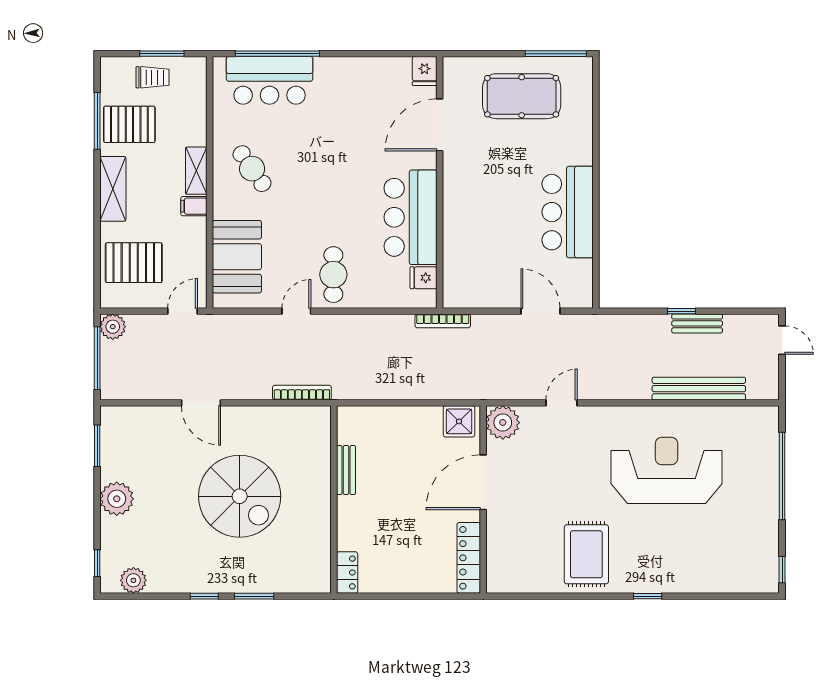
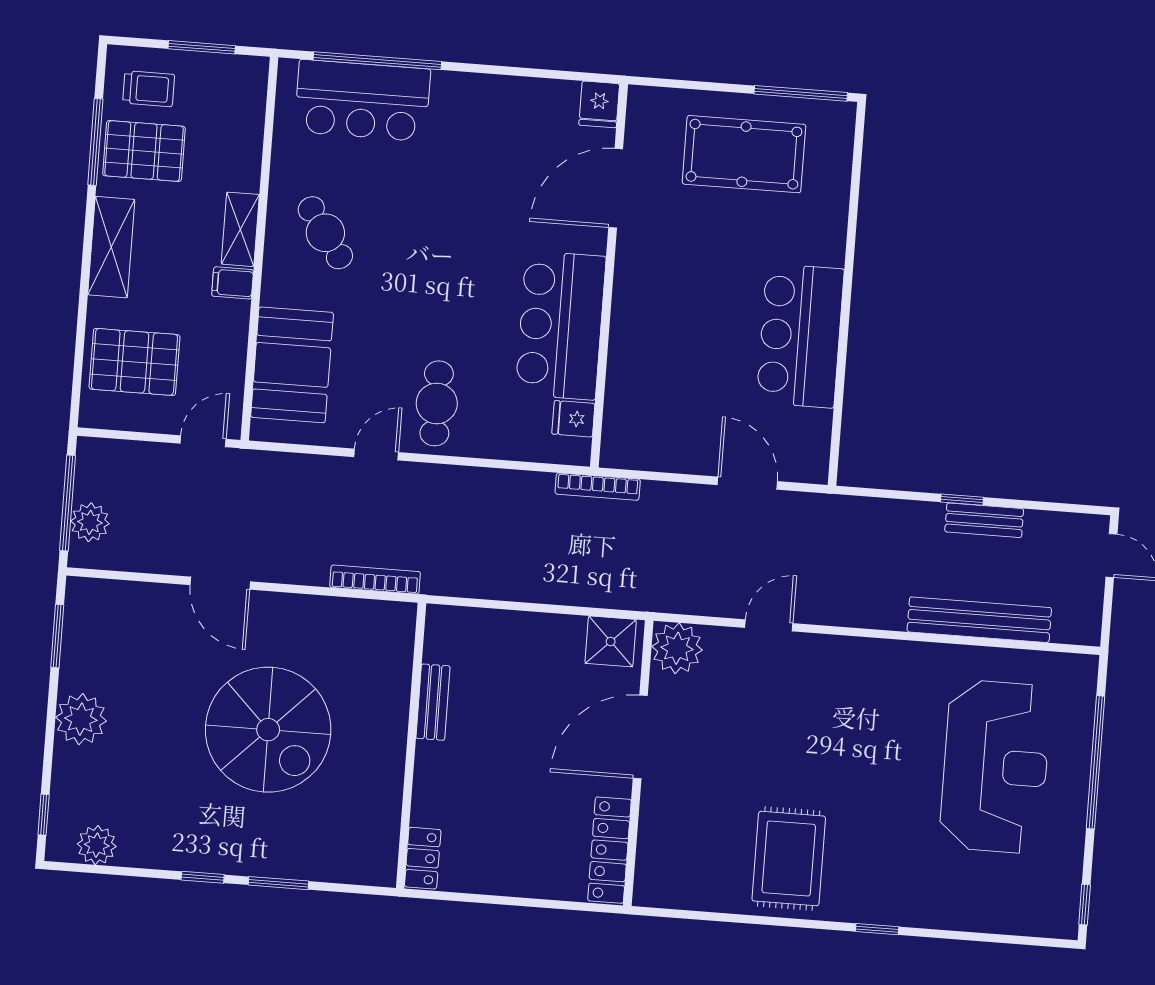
trolley: (152, 77) -> (149, 89), moved
plant: (113, 327) -> (90, 522), moved
reception desk: (667, 470) -> (995, 767), moved, turned 90

